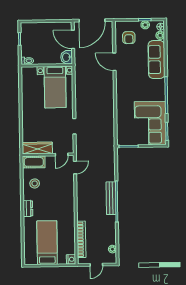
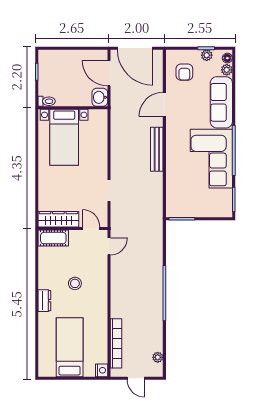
door: (92, 20) -> (135, 48), hinge flipped
door: (114, 62) -> (164, 104), hinge flipped
bed with nightstands: (55, 87) -> (64, 137), moved
corner sofa: (150, 123) -> (211, 159), moved
door: (62, 154) -> (91, 228), swing flipped
stool: (35, 183) -> (75, 283), moved
bench: (111, 198) -> (157, 149), moved
door: (96, 265) -> (136, 378), hinge flipped

